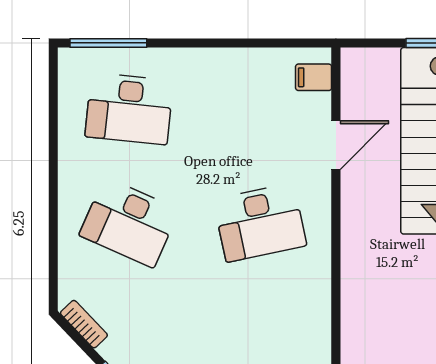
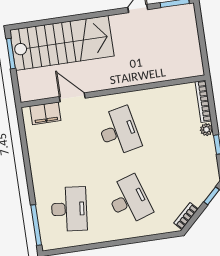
filing cabinet: (314, 77) -> (45, 113), width x2.00
desk: (129, 223) -> (129, 200), turned -42

